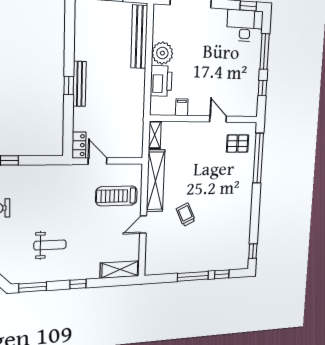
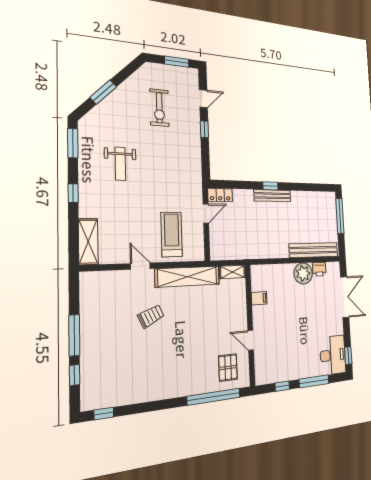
printer: (161, 81) -> (319, 269), moved, width x0.53, depth x0.68
door: (218, 119) -> (251, 340), swing flipped

